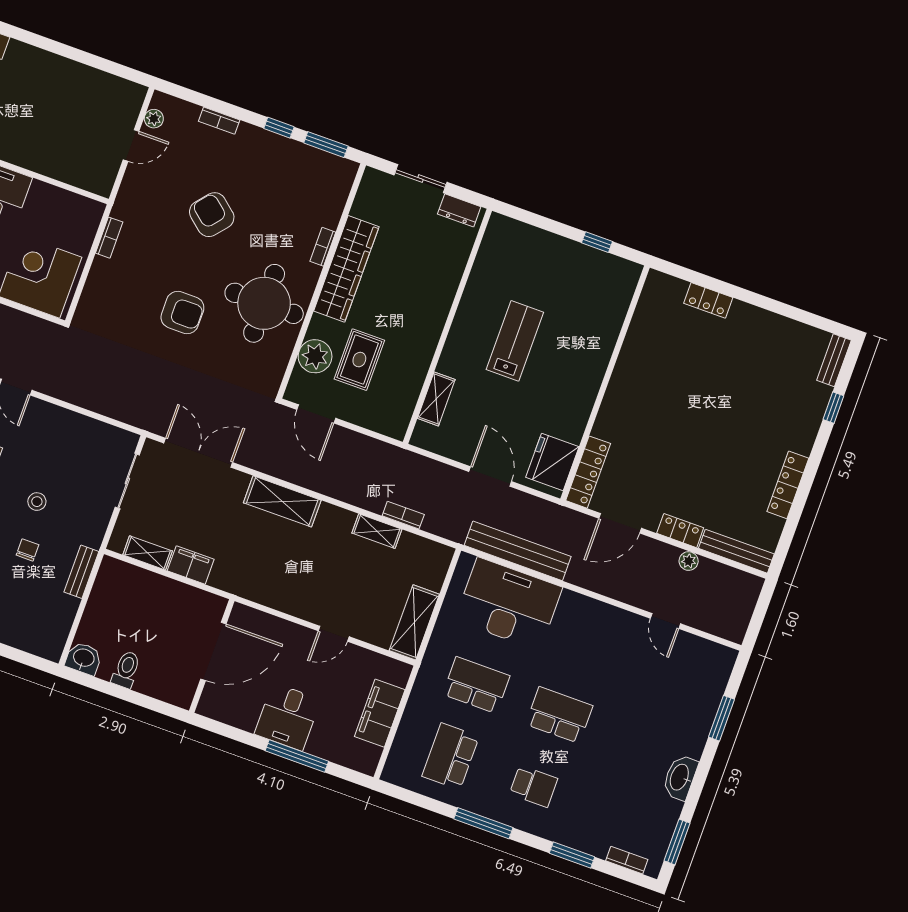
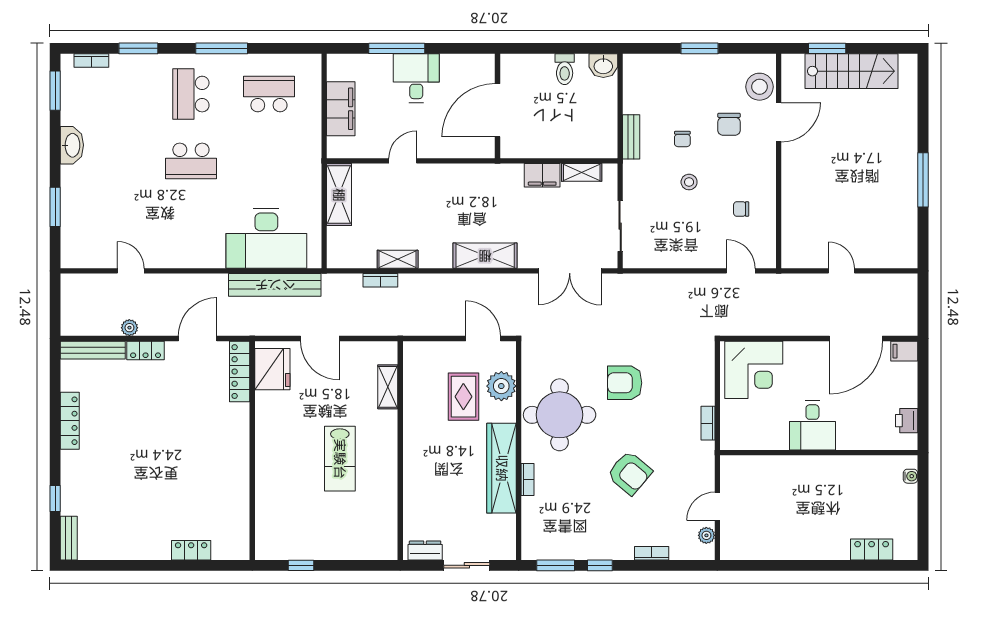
school desk: (476, 685) -> (269, 161), removed
school desk: (451, 756) -> (269, 94), turned -90
school desk: (534, 786) -> (191, 94), width x1.85

